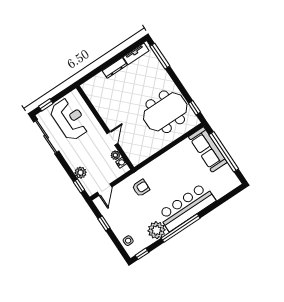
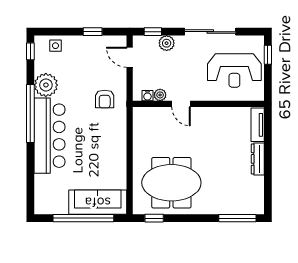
tv unit: (136, 54) -> (258, 125), moved
meeting table: (165, 112) -> (171, 183), turned 90
sliding door: (46, 137) -> (210, 32), moved

